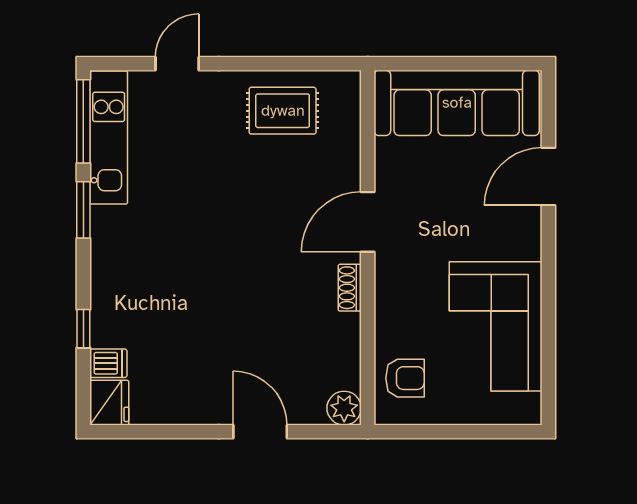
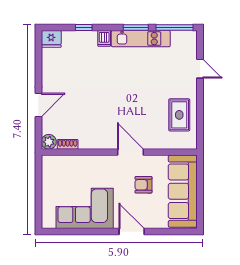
kitchen unit: (109, 138) -> (141, 39), moved
door: (548, 177) -> (132, 232), moved
shoe rack: (350, 288) -> (68, 144), moved
dishwasher: (108, 363) -> (104, 38), moved
armchair: (405, 378) -> (143, 185), moved, turned 90

